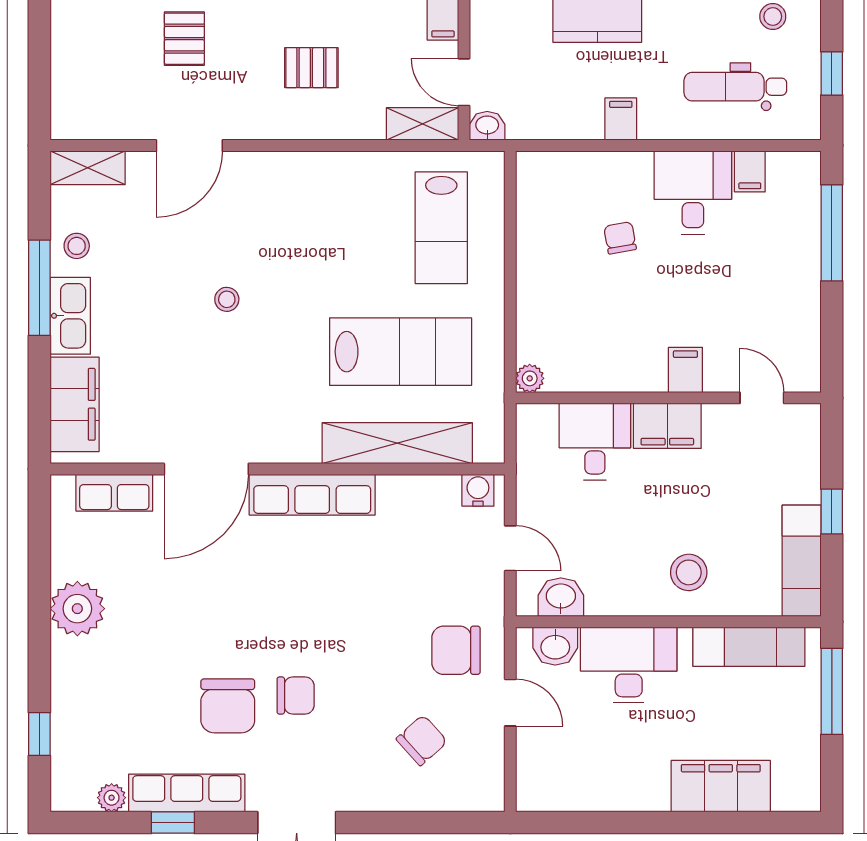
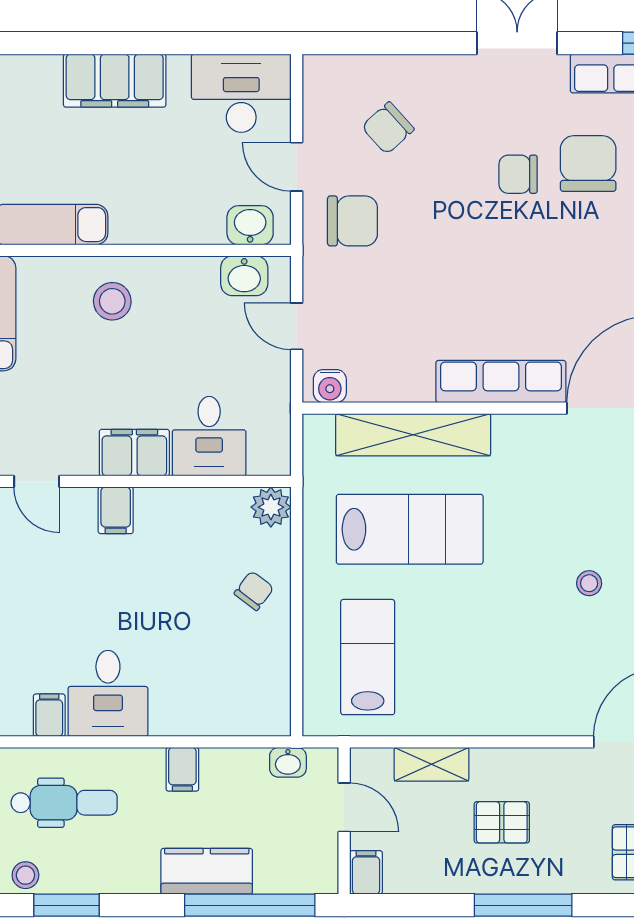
shelving: (422, 124) -> (431, 764), moved
washbasin: (487, 126) -> (288, 762), moved
chair: (620, 238) -> (254, 591), moved, turned -133
lab bench: (401, 352) -> (410, 529), turned 180
plant: (530, 378) -> (271, 507), width x1.38, depth x1.38
desk: (629, 665) -> (241, 93), moved, turned 180
filing cabinet: (721, 786) -> (115, 81), moved

